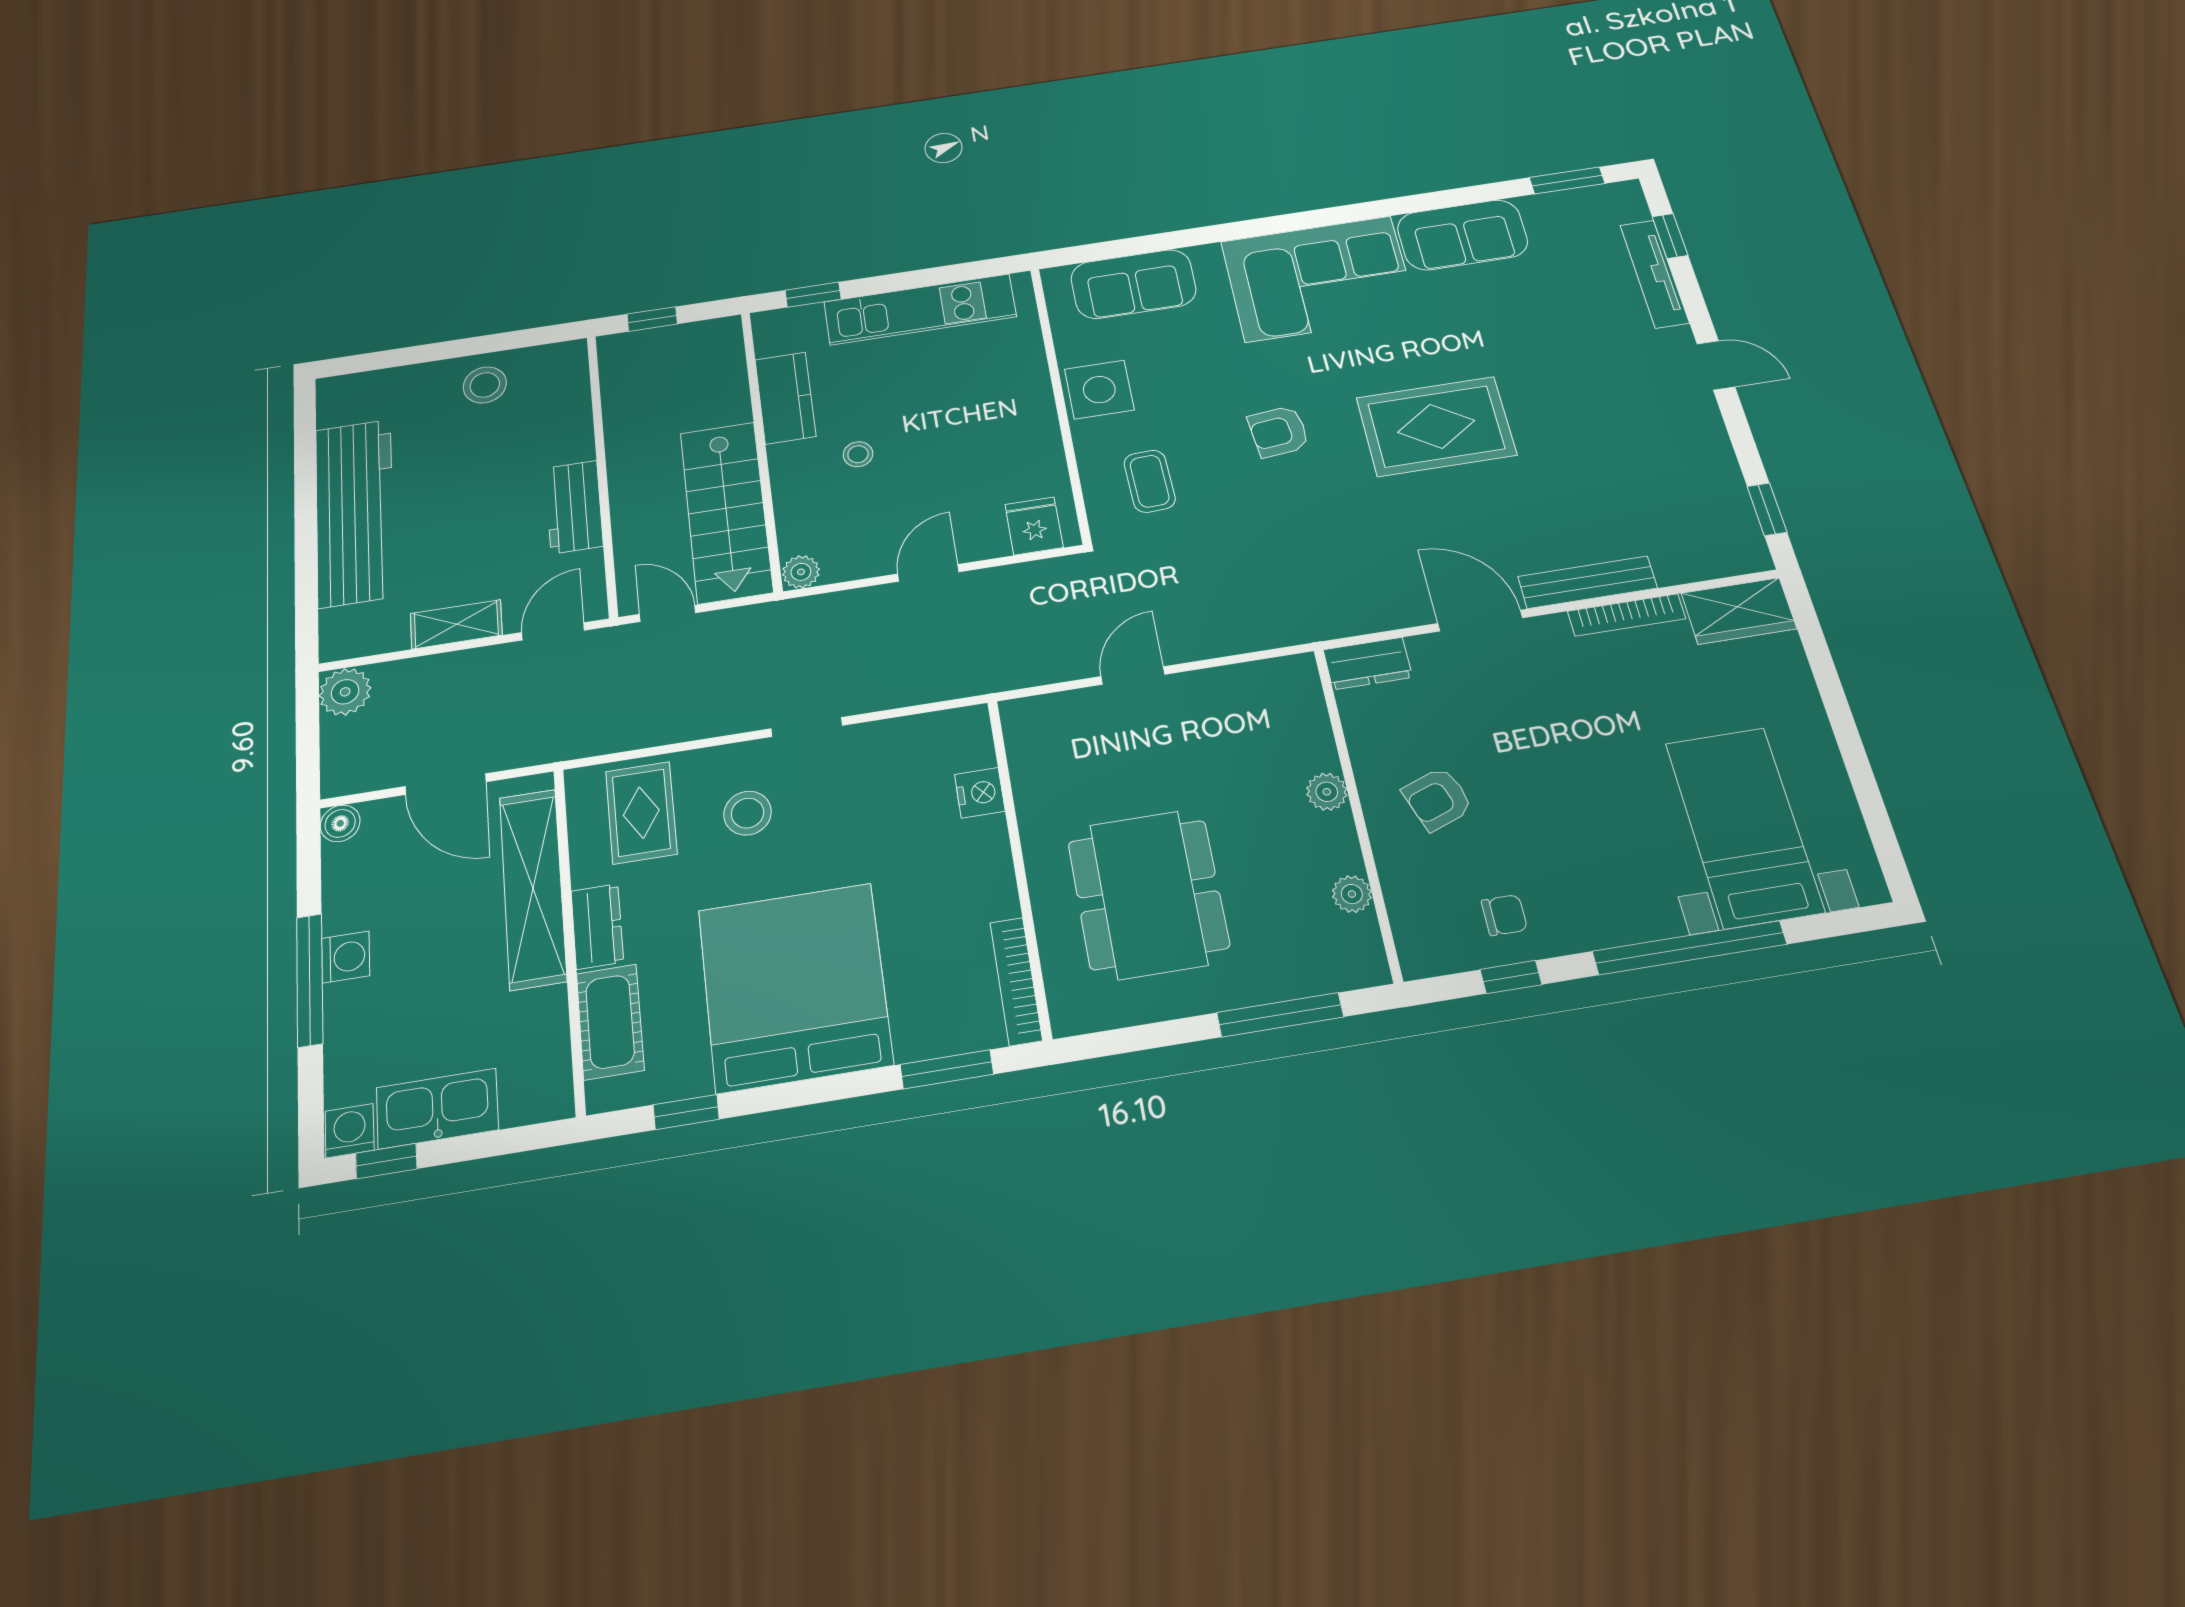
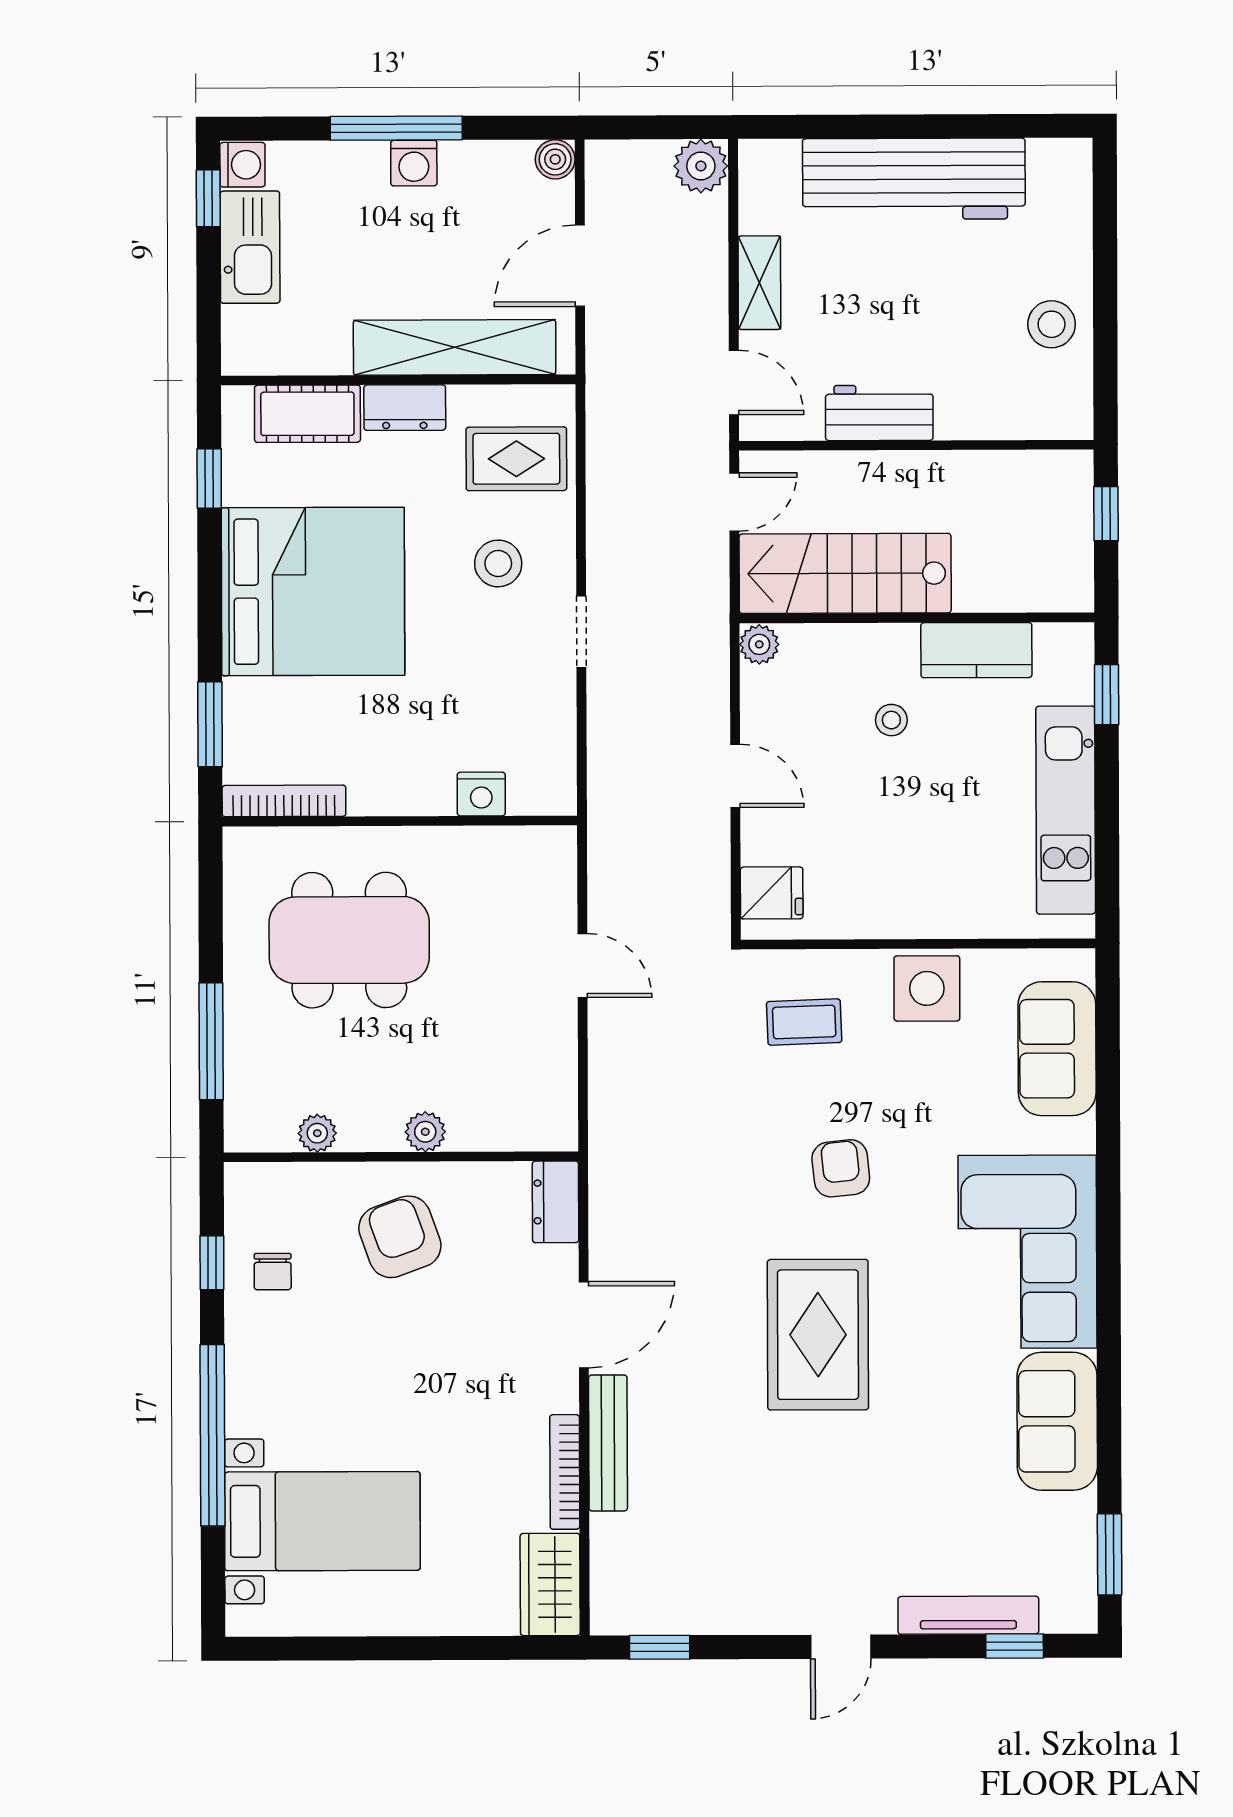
armchair: (1438, 799) -> (400, 1237), width x1.38, depth x1.38

